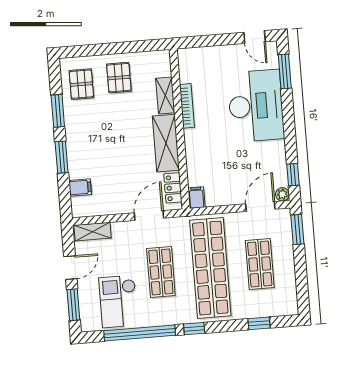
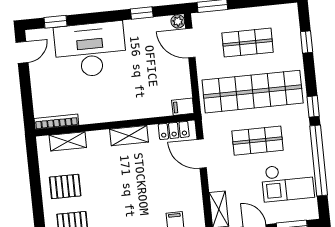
window: (285, 71) -> (56, 22), width x0.67
shelving: (165, 95) -> (68, 141), moved
bookcase: (187, 106) -> (56, 122), moved
shelving: (166, 143) -> (129, 136), width x0.67, depth x0.75
window: (293, 175) -> (142, 13), moved

